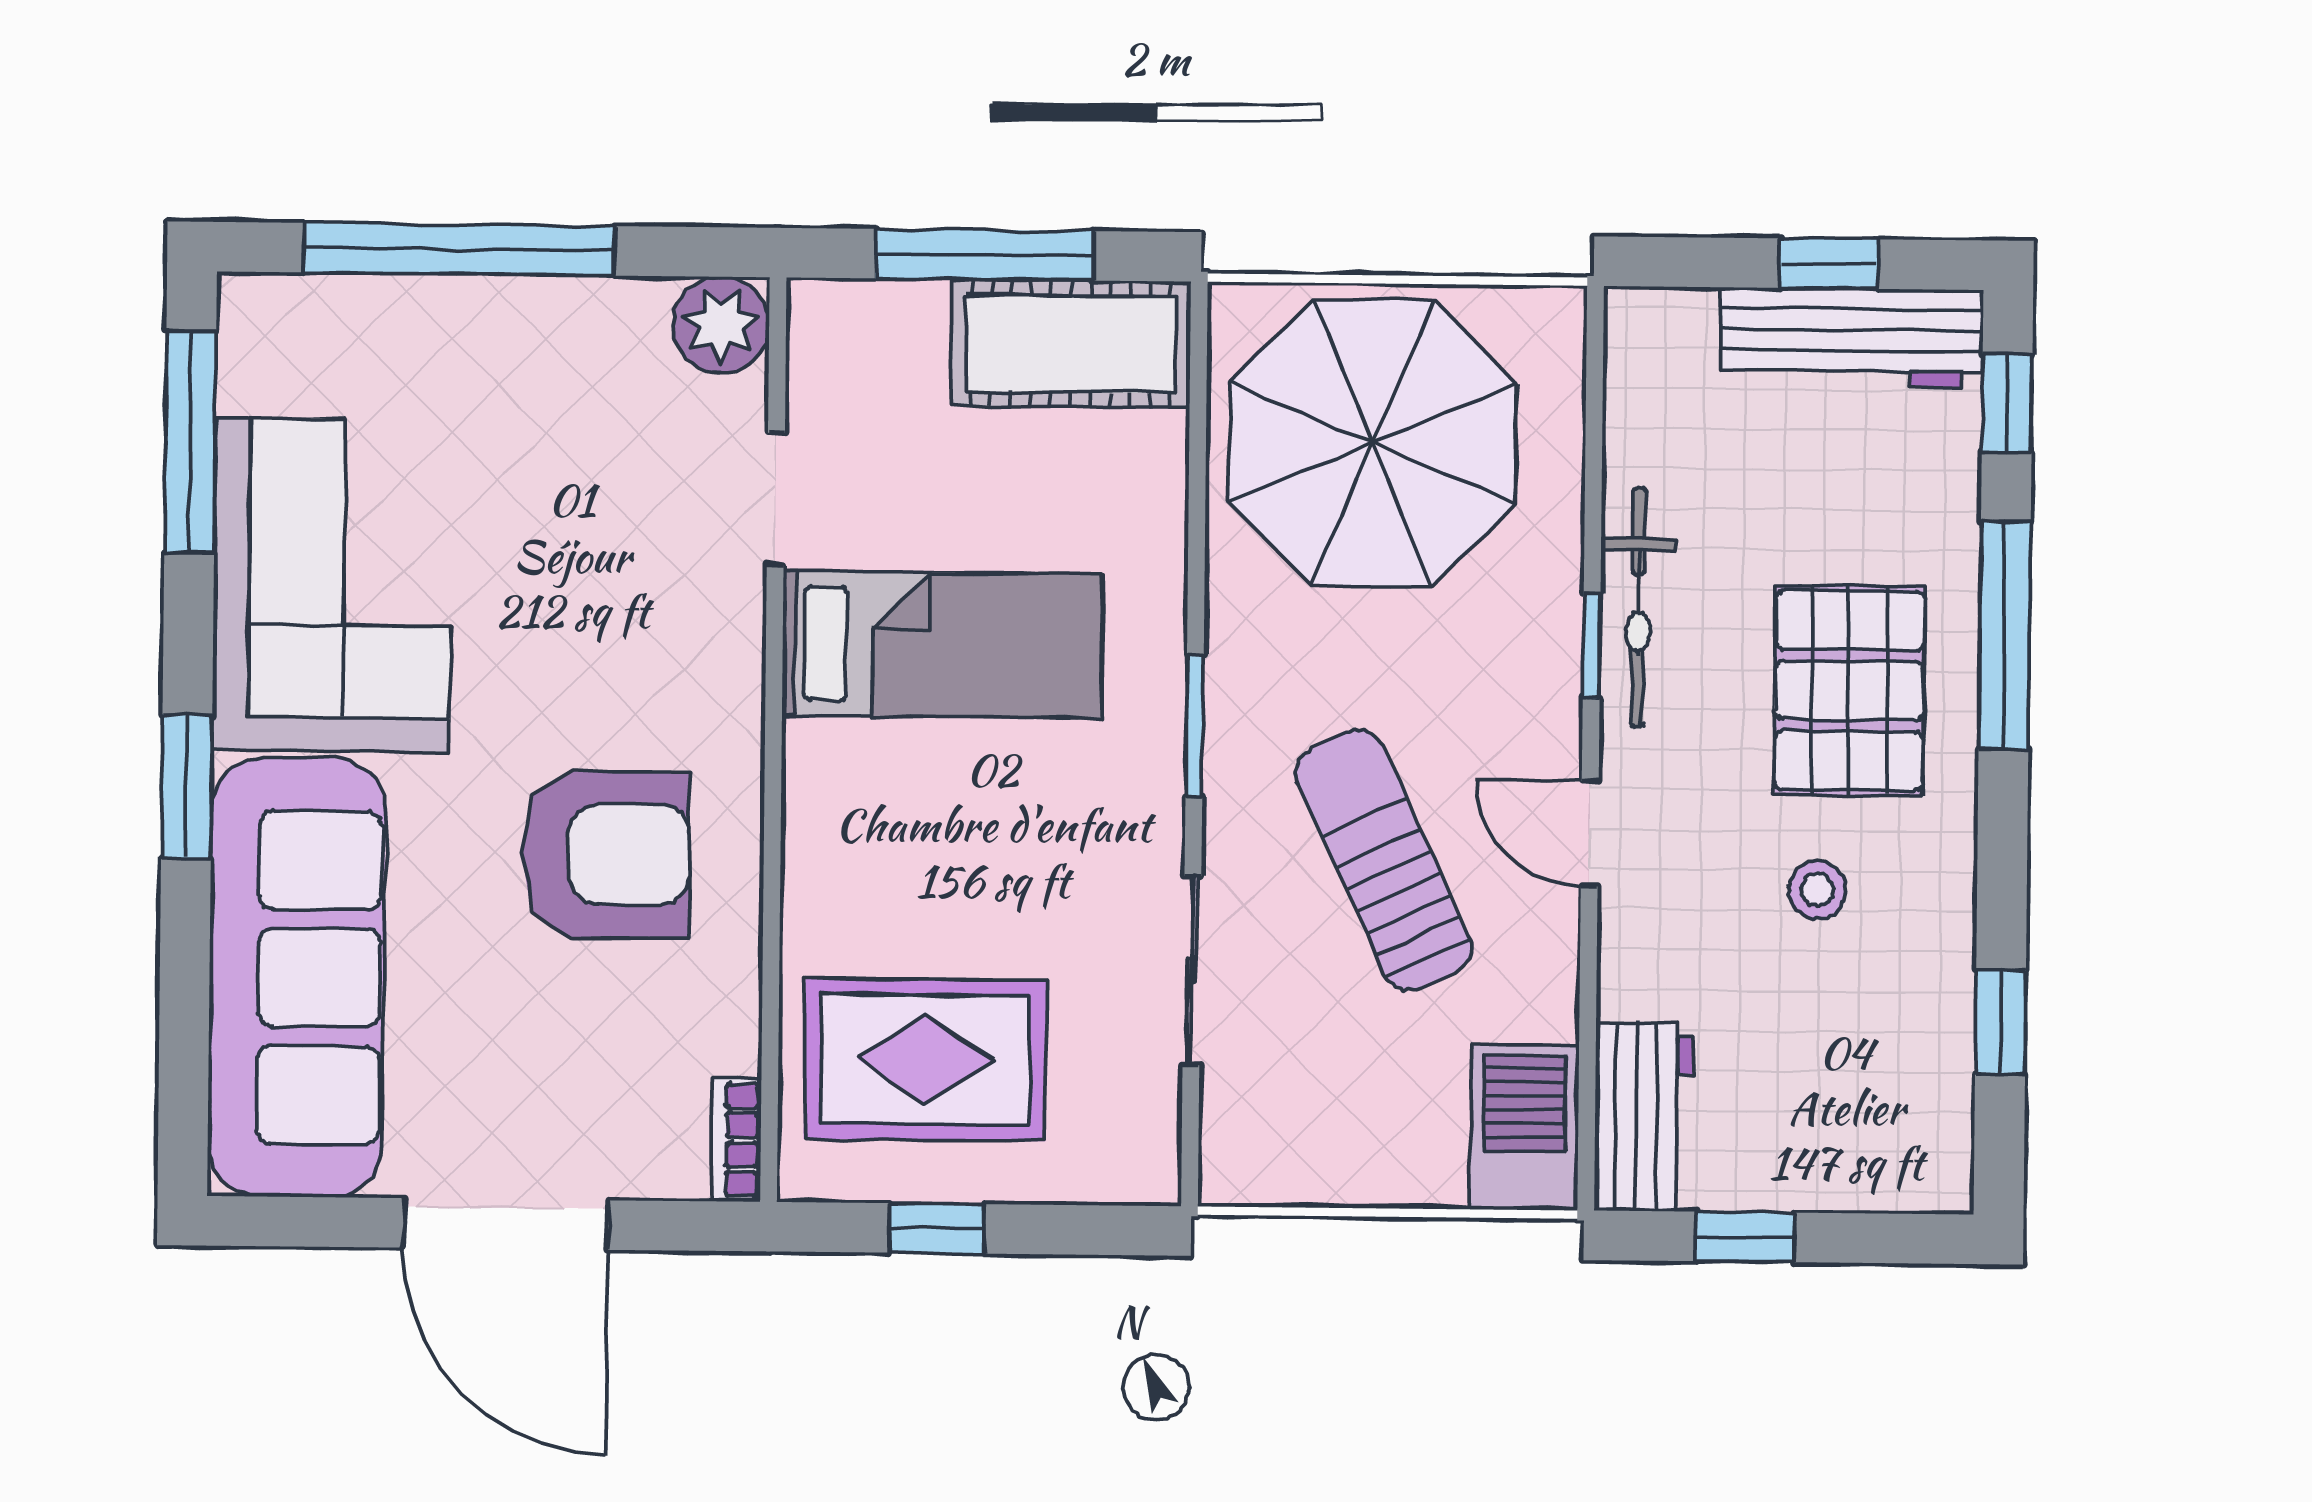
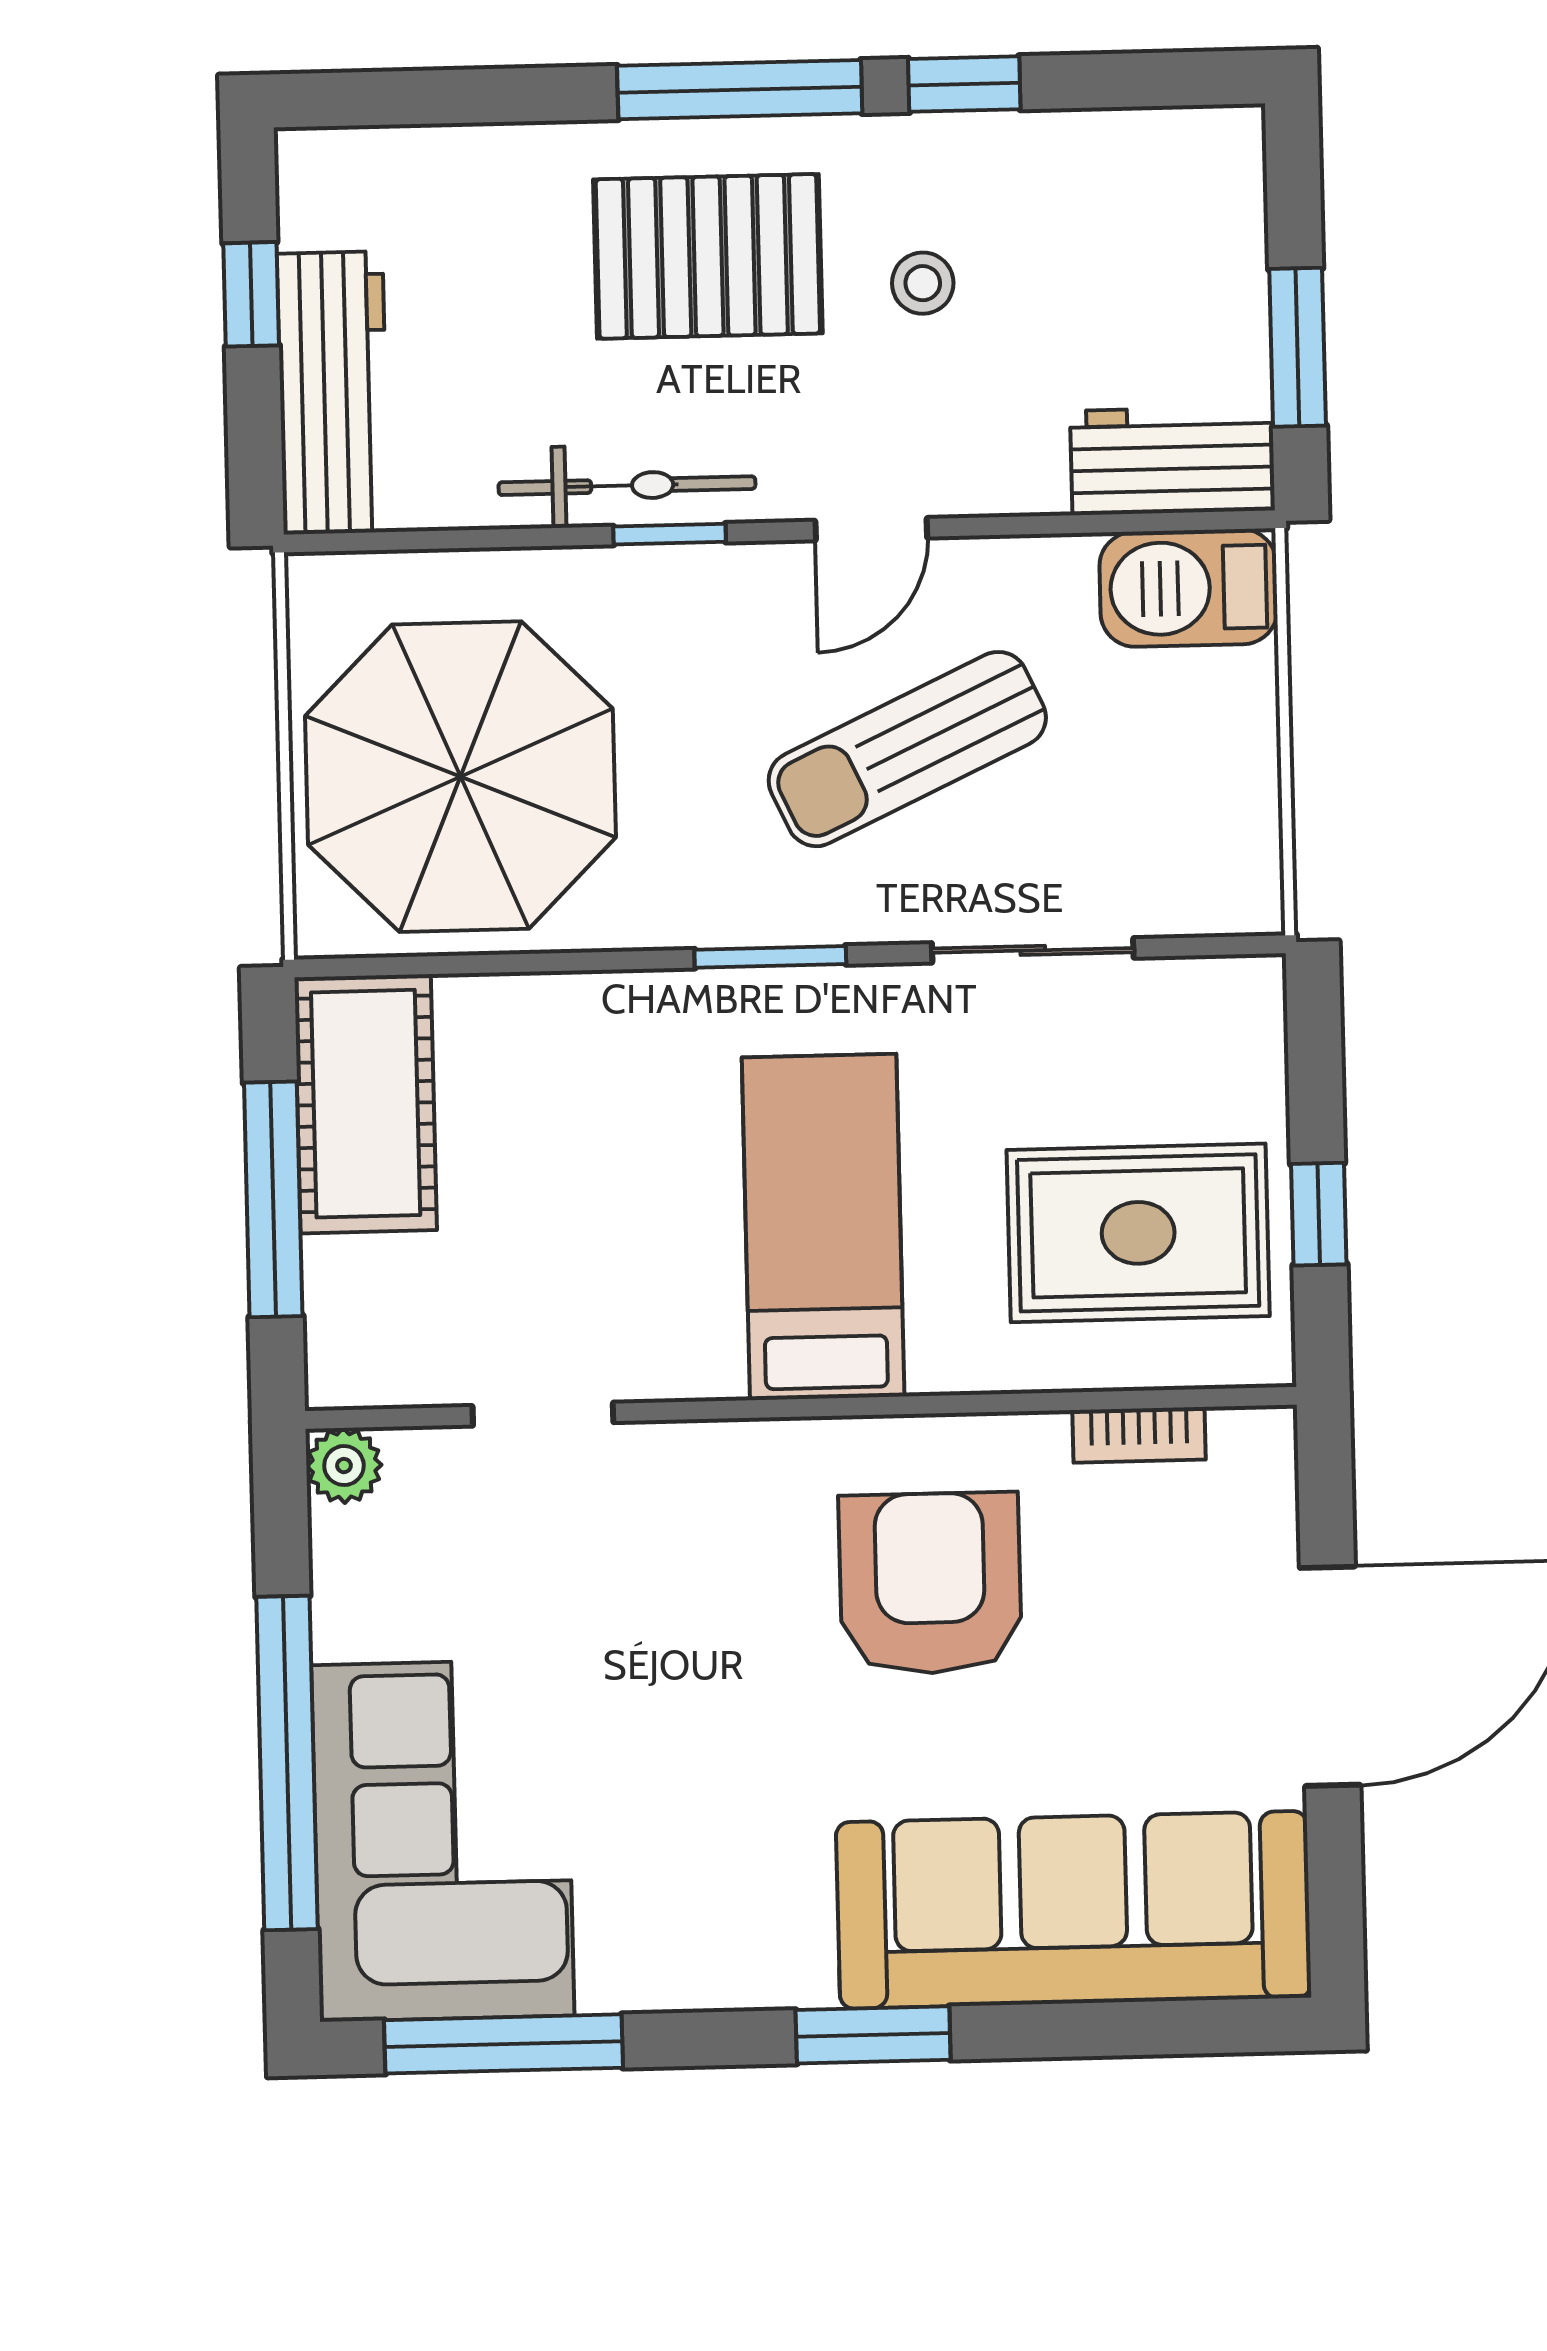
plant: (721, 325) -> (344, 1466), width x0.73, depth x0.73
workbench: (1852, 338) -> (333, 393), moved
window: (2007, 403) -> (394, 98), removed
corner sofa: (332, 585) -> (443, 1840), moved, turned 90
window: (2005, 635) -> (740, 90), moved
bed: (942, 645) -> (823, 1227), moved
window: (2001, 1022) -> (964, 84), moved
rug: (925, 1060) -> (1138, 1233), turned 90
bookcase: (736, 1140) -> (1139, 1435), moved
window: (1745, 1237) -> (1298, 347), width x1.50

